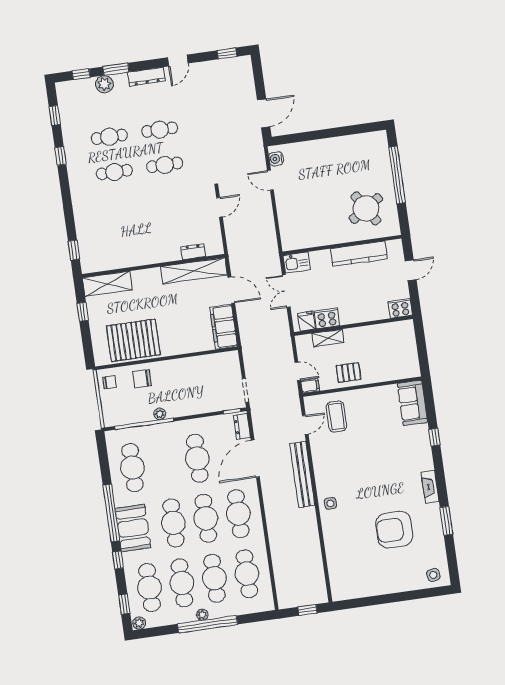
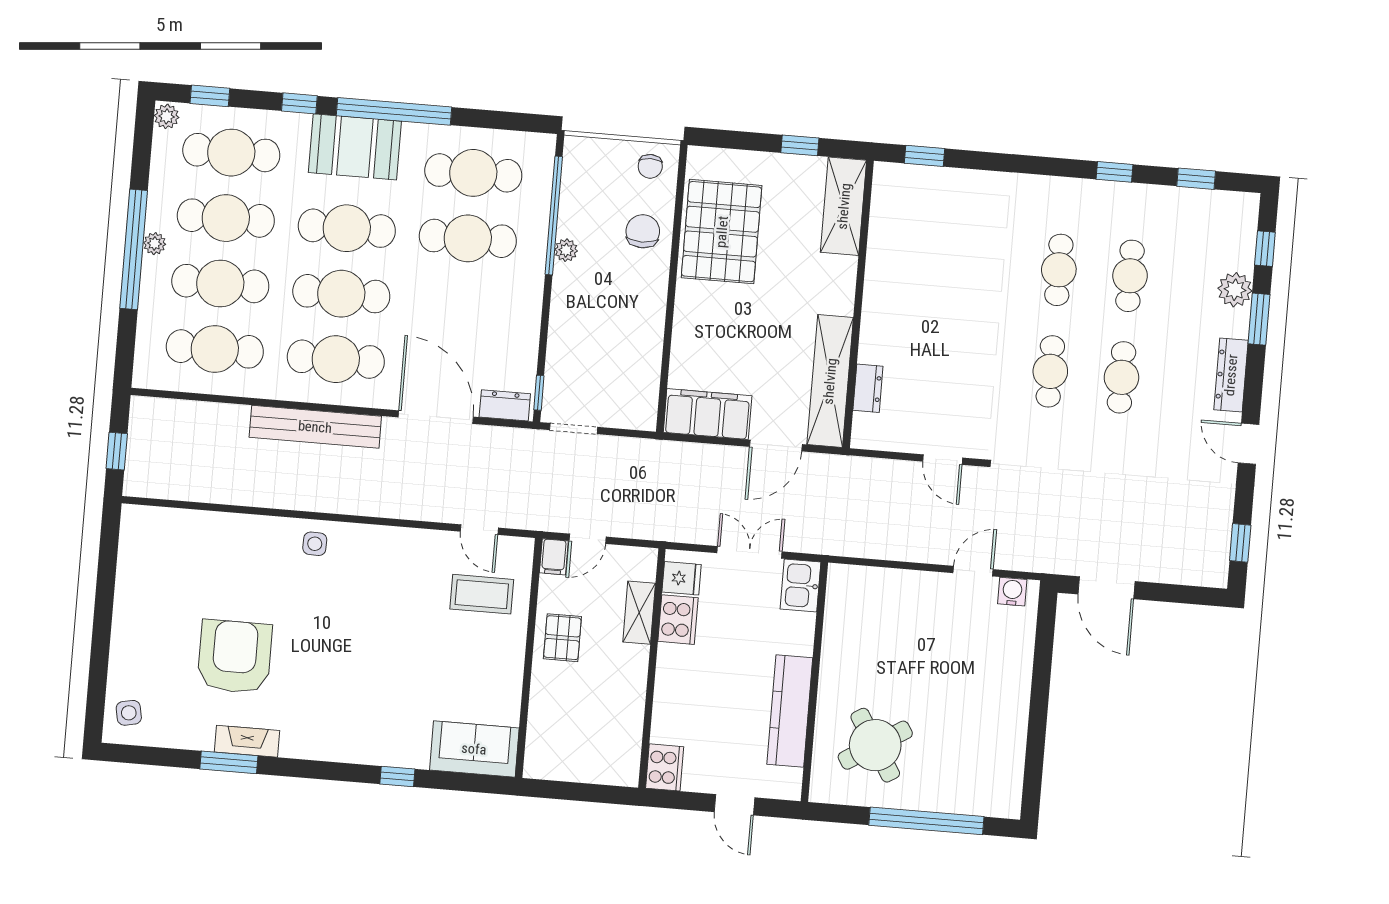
cafe table: (197, 458) -> (468, 238), moved
bench: (302, 474) -> (315, 427), moved
fireplace: (430, 487) -> (247, 741), moved

